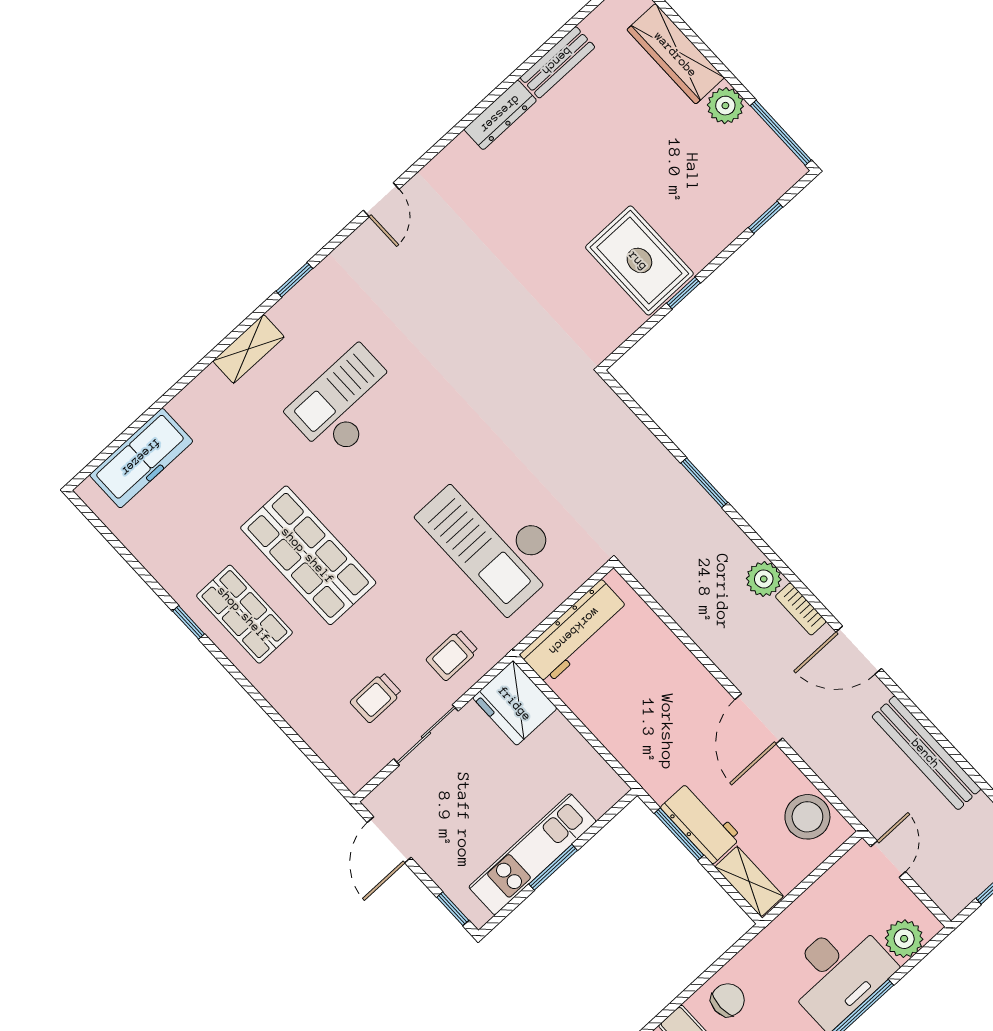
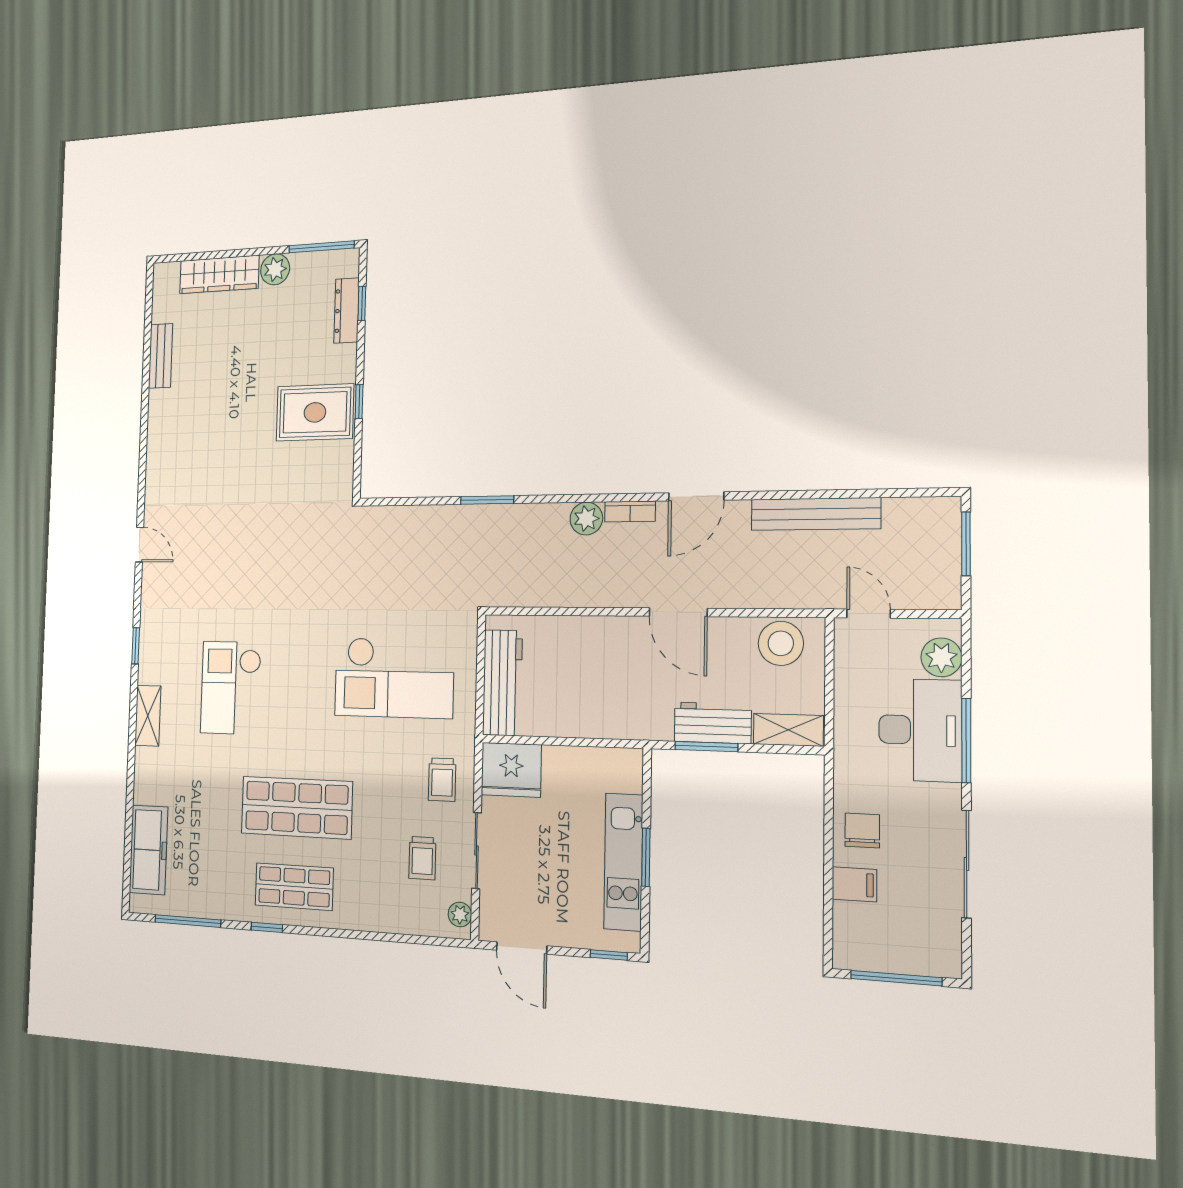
dresser: (500, 115) -> (347, 311), moved, turned 180
window: (121, 550) -> (188, 921), added
plant: (364, 769) -> (460, 915), added

